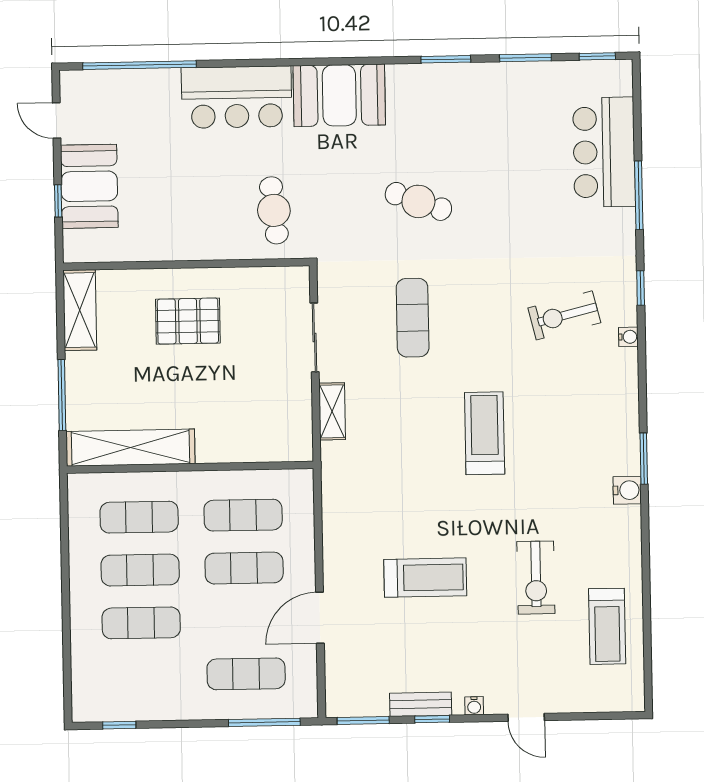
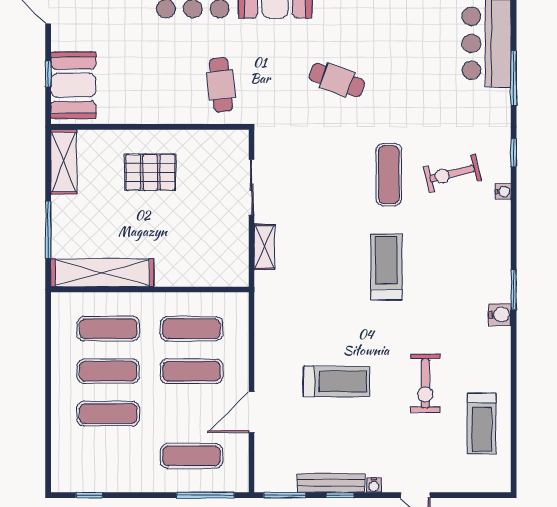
booth: (89, 186) -> (73, 85), moved
exercise mat: (413, 318) -> (389, 175), moved
bench: (421, 704) -> (331, 483), width x1.36

